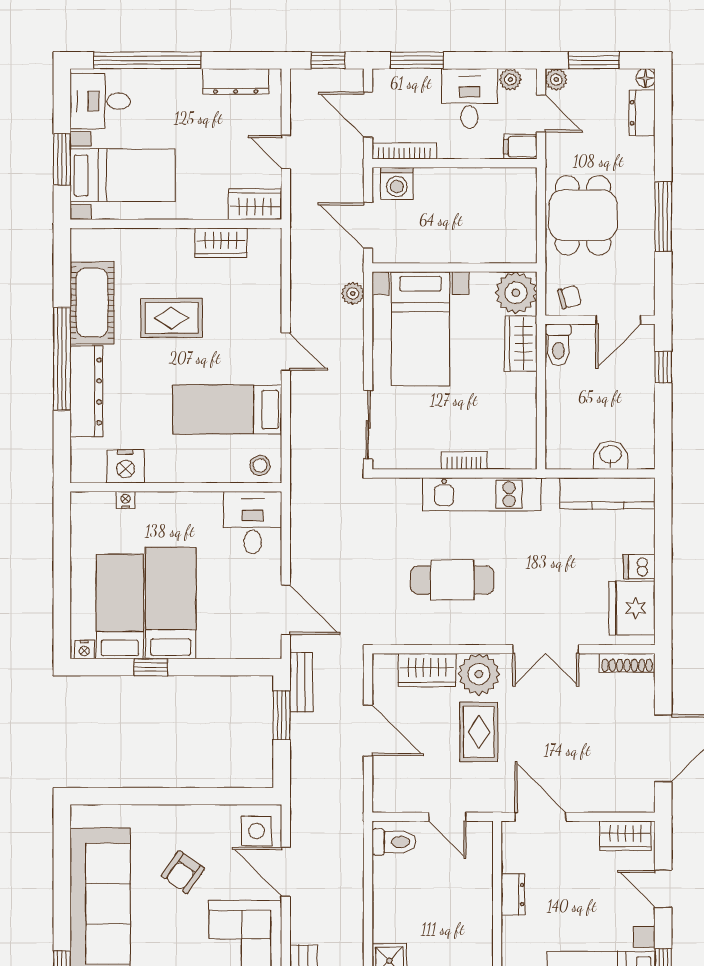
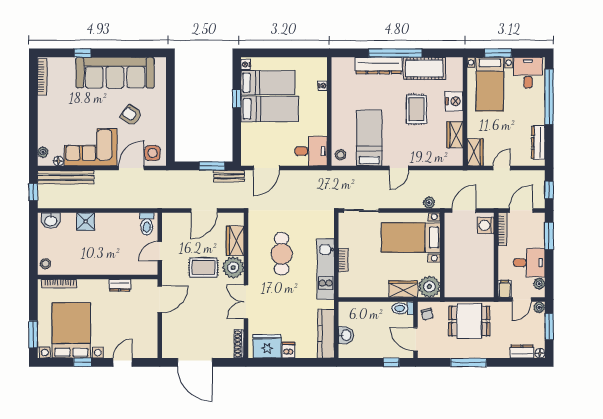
nightstand: (125, 466) -> (454, 101), moved, turned 180
wardrobe: (625, 836) -> (150, 343), removed

